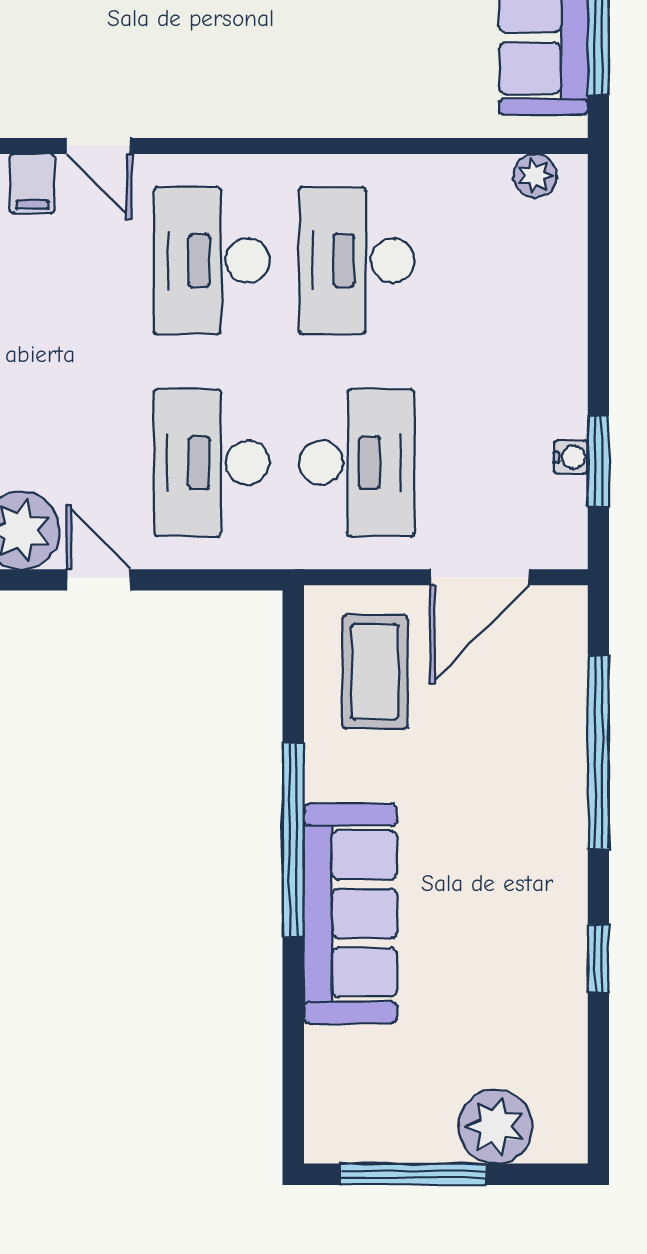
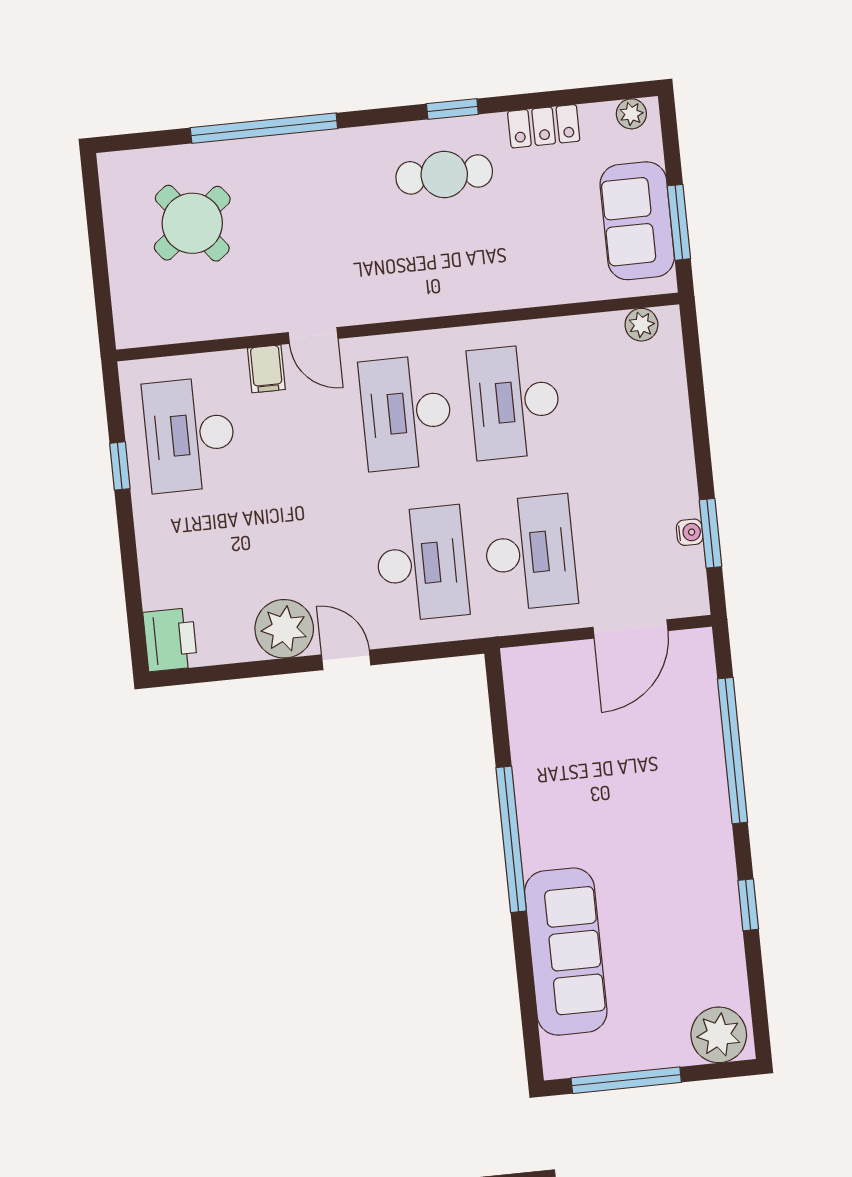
desk: (212, 463) -> (422, 564), turned 180
coffee table: (375, 672) -> (559, 707), removed
sofa: (350, 914) -> (566, 952), moved
plant: (495, 1127) -> (719, 1035), moved

